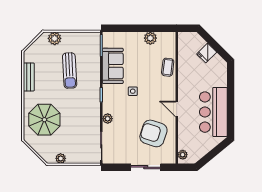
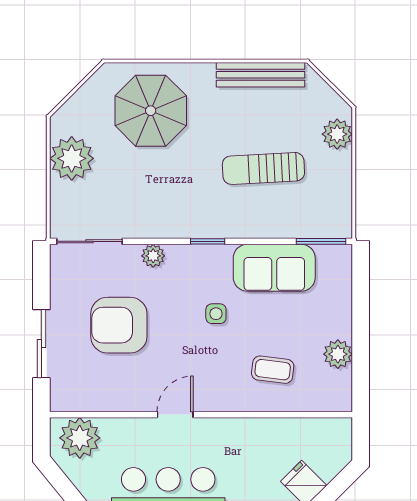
coffee table: (168, 67) -> (273, 370), moved
bench: (29, 77) -> (260, 75), width x1.36
armchair: (153, 133) -> (119, 325), moved, turned -108
plant: (183, 155) -> (80, 438), width x1.88, depth x1.88
plant: (61, 158) -> (72, 158), width x1.88, depth x1.88

